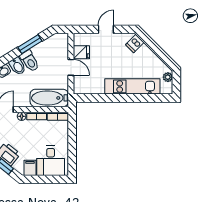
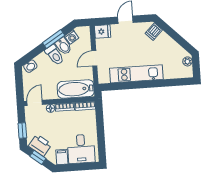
washing machine: (49, 43) -> (72, 37), added
fridge: (81, 52) -> (103, 31), moved
bidet: (17, 66) -> (64, 46), moved
door: (71, 67) -> (94, 58), swing flipped
kitchen unit: (132, 86) -> (136, 74), moved

